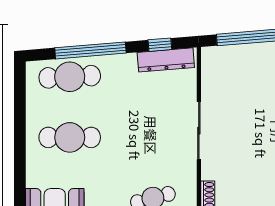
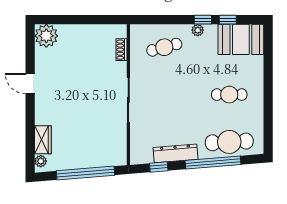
dresser: (166, 60) -> (175, 153), moved
cafe table: (70, 137) -> (229, 95), width x0.73, depth x0.74

